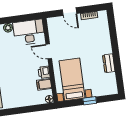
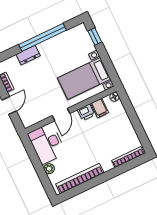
window: (116, 56) -> (42, 37), added
dresser: (109, 63) -> (28, 55), moved
window: (90, 101) -> (95, 37), moved

